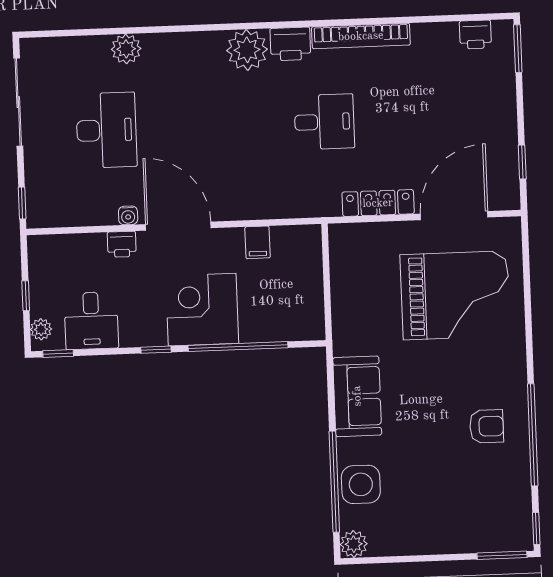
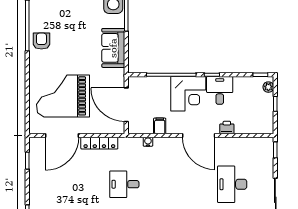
water cooler: (128, 215) -> (148, 142), moved
door: (327, 282) -> (126, 105), added
desk: (91, 321) -> (220, 90), moved
armchair: (487, 426) -> (41, 41), moved, turned 90

